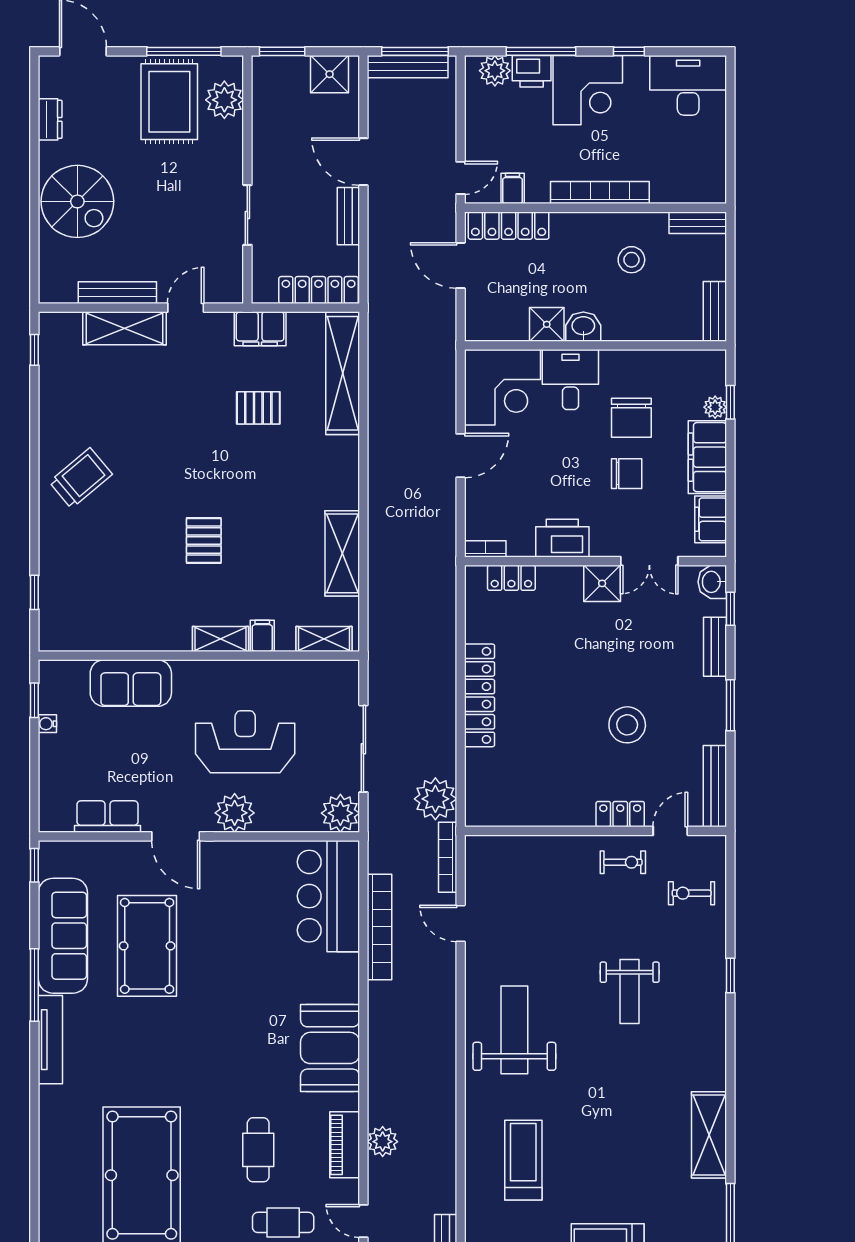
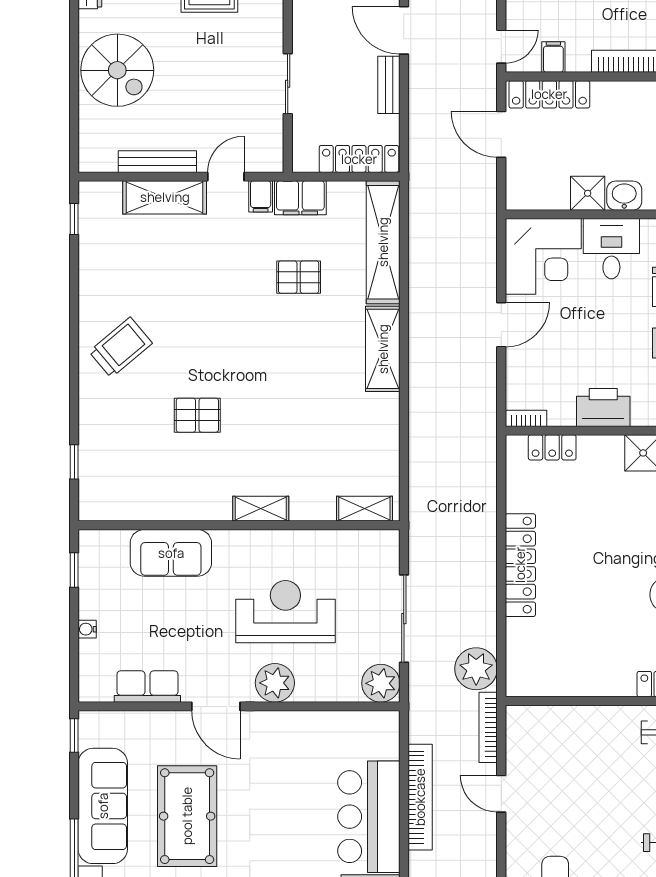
pallet: (204, 541) -> (197, 415), moved, turned 90
shelving: (342, 553) -> (383, 349), moved
filing cabinet: (262, 636) -> (261, 196), moved, turned 180
water cooler: (47, 724) -> (87, 629), moved
bar counter: (328, 896) -> (369, 817), moved

